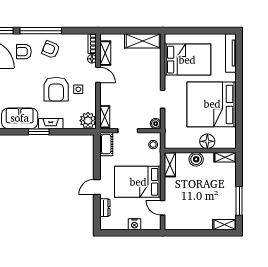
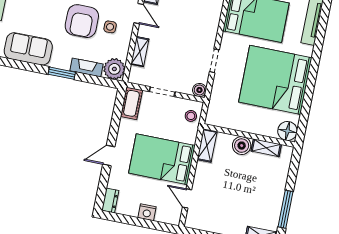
shelving: (105, 117) -> (140, 52), moved
fireplace: (51, 124) -> (87, 67), moved
window: (39, 132) -> (62, 73), moved
floor lamp: (207, 141) -> (287, 131), moved
shelving: (225, 157) -> (266, 148), moved
dresser: (105, 208) -> (110, 200), moved

